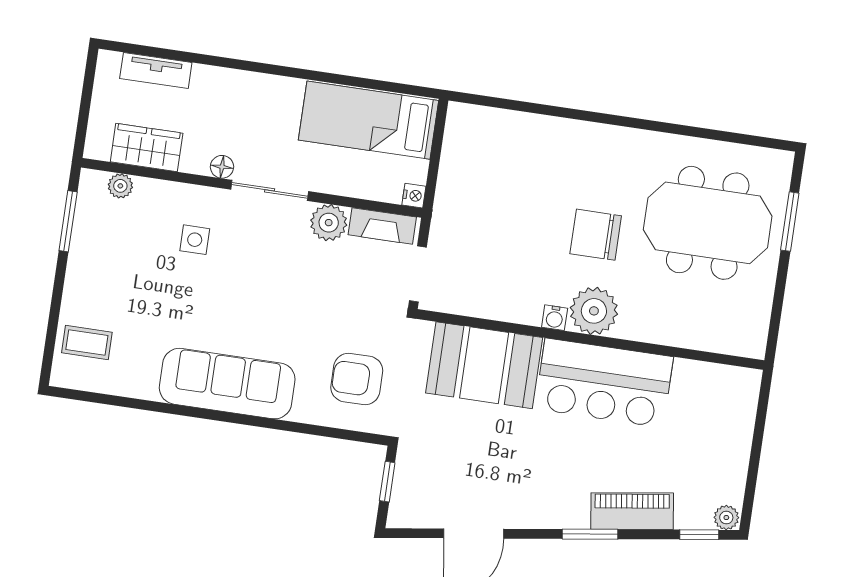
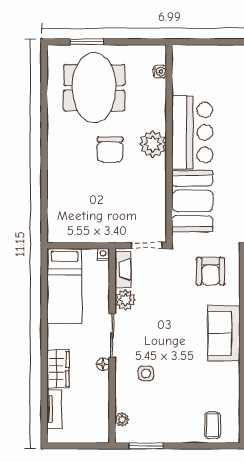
wardrobe: (147, 147) -> (58, 369), moved, turned 180
water cooler: (555, 318) -> (160, 72), moved
sofa: (227, 384) -> (224, 333), width x0.73

